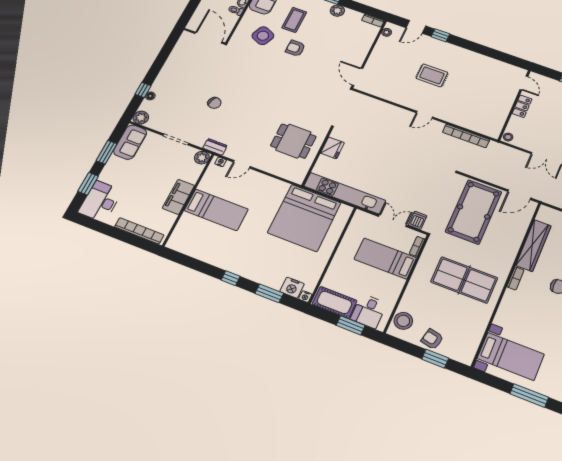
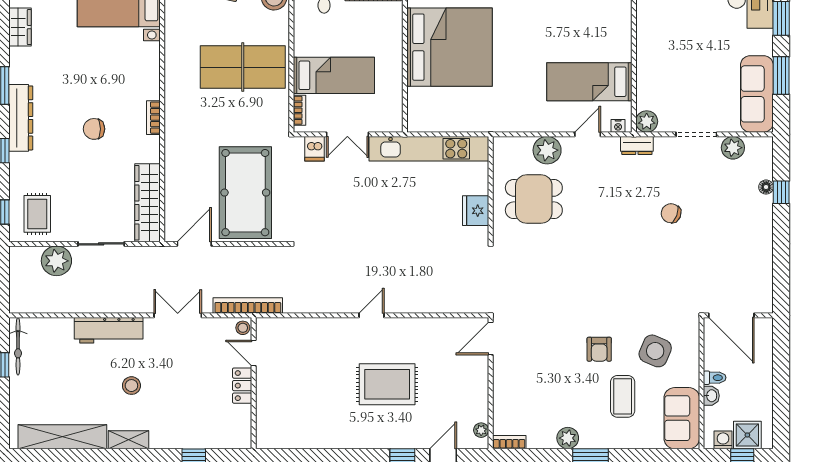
armchair: (295, 48) -> (599, 349), turned 90
rug: (432, 75) -> (387, 384), width x1.36, depth x1.43
door: (357, 77) -> (491, 338), swing flipped
door: (524, 83) -> (254, 353), moved
plant: (141, 118) -> (733, 148), moved
bookcase: (466, 136) -> (248, 306), moved
sofa: (130, 142) -> (757, 94), width x1.36
plant: (271, 165) -> (547, 150), added
filing cabinet: (178, 197) -> (649, 50), removed
bed: (216, 210) -> (589, 82), moved
bed: (304, 218) -> (449, 47), moved, turned 90
wardrobe: (533, 246) -> (147, 203), moved
table tennis table: (464, 280) -> (243, 67), moved

